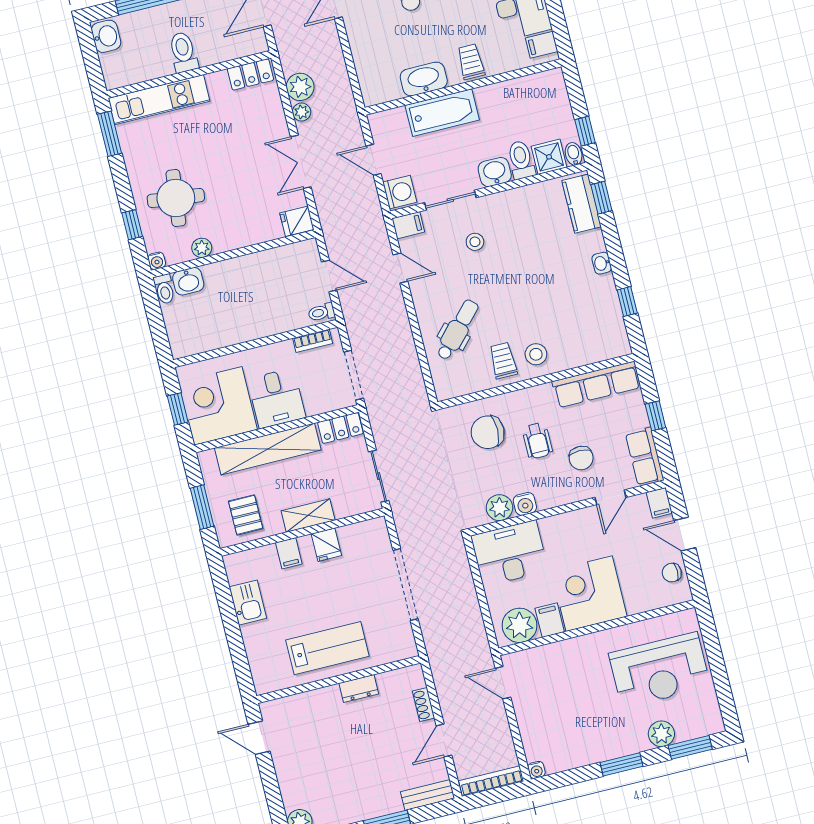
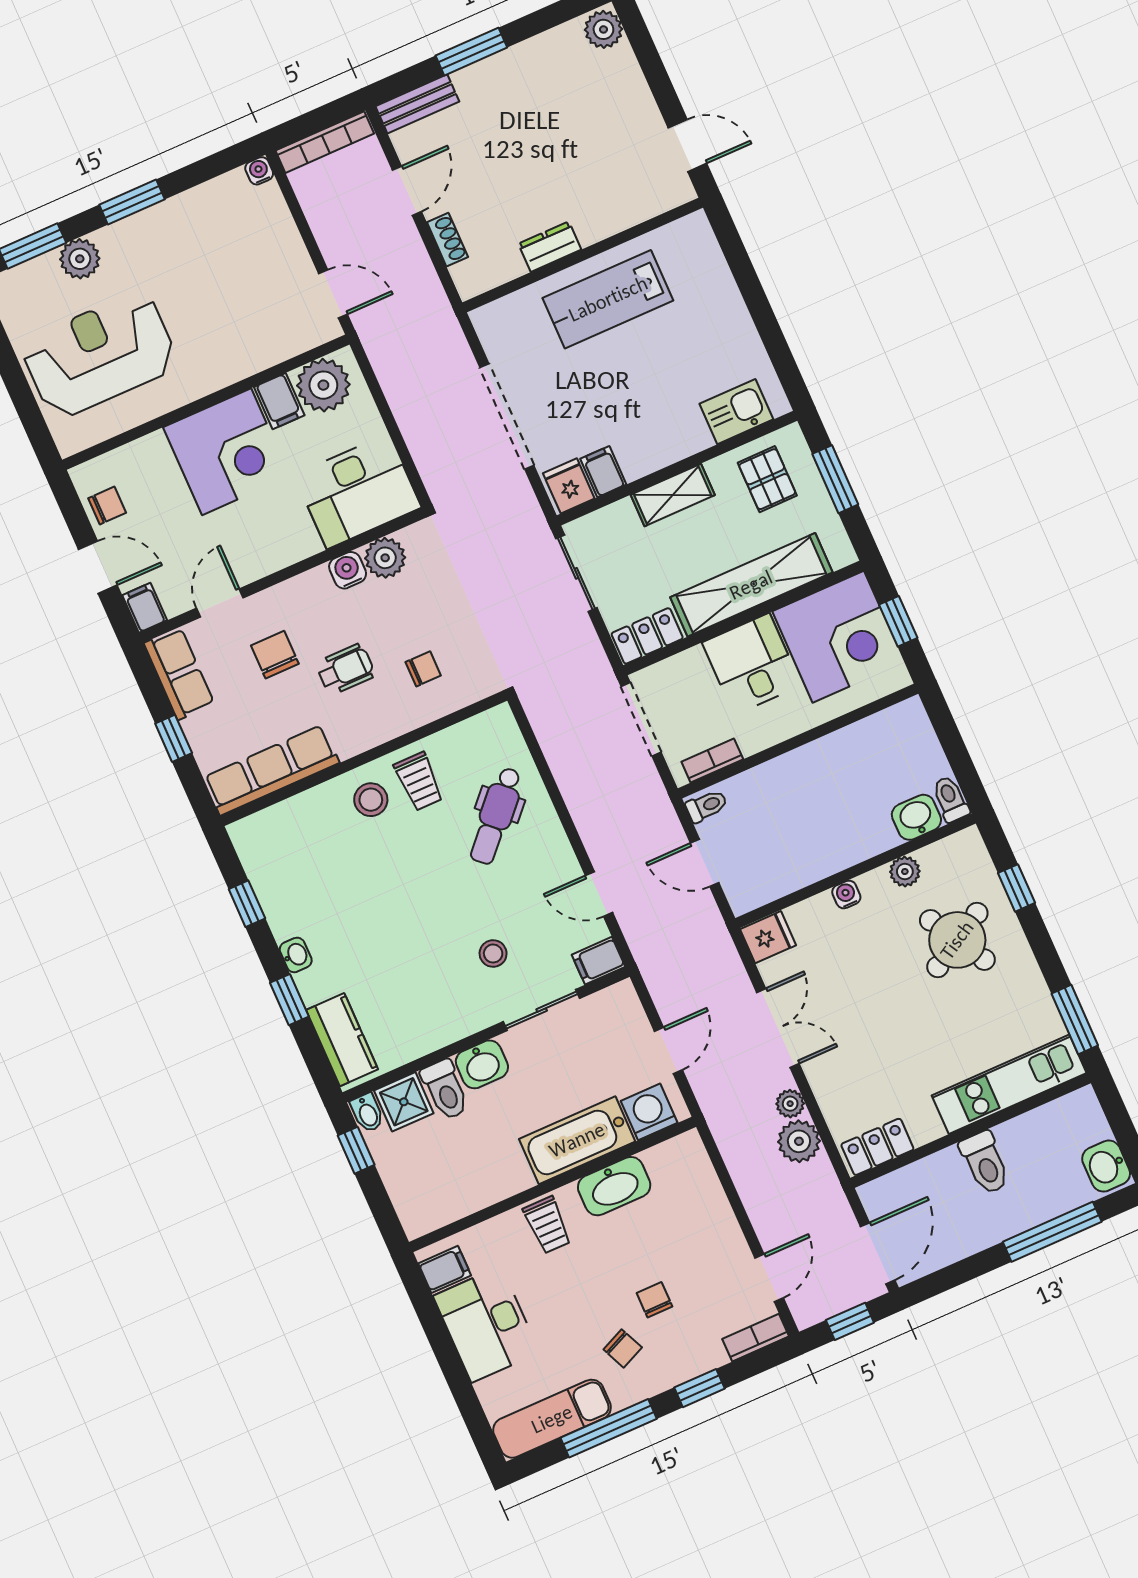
door: (374, 160) -> (668, 1050), hinge flipped
washing machine: (400, 192) -> (649, 1112), moved, turned 90
round table: (176, 198) -> (957, 940), turned -37
window: (601, 198) -> (289, 1000), moved
water cooler: (157, 261) -> (846, 894), moved
chair: (488, 432) -> (423, 669), width x0.54, depth x0.54
wheelchair: (537, 441) -> (346, 669), turned 90
fridge: (326, 545) -> (569, 486), moved
filing cabinet: (289, 553) -> (603, 472), moved
kitchen sink: (248, 603) -> (736, 412), moved, turned 90

